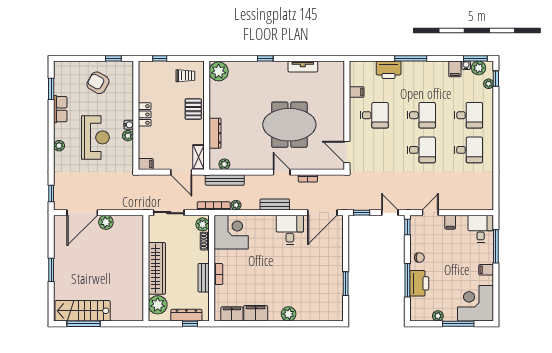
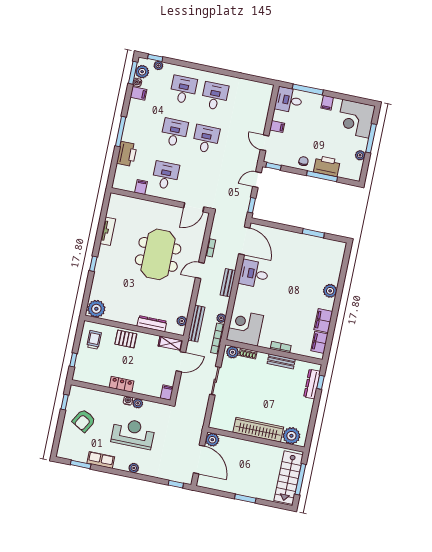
wall: (146, 268) -> (256, 440), moved
wardrobe: (157, 268) -> (258, 430), moved
plant: (158, 305) -> (291, 436), moved

